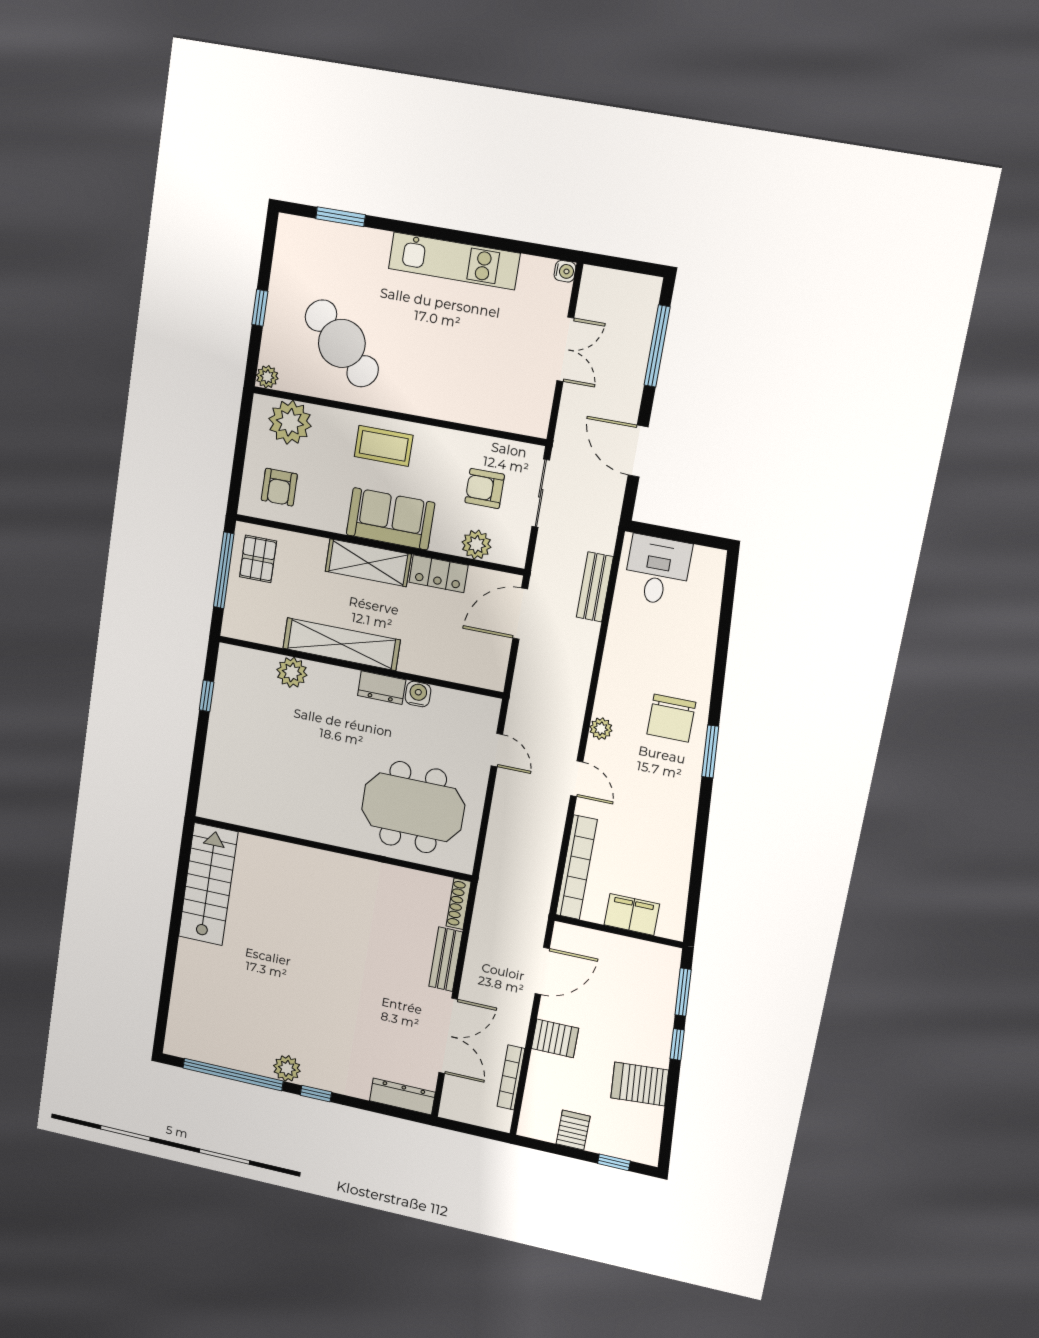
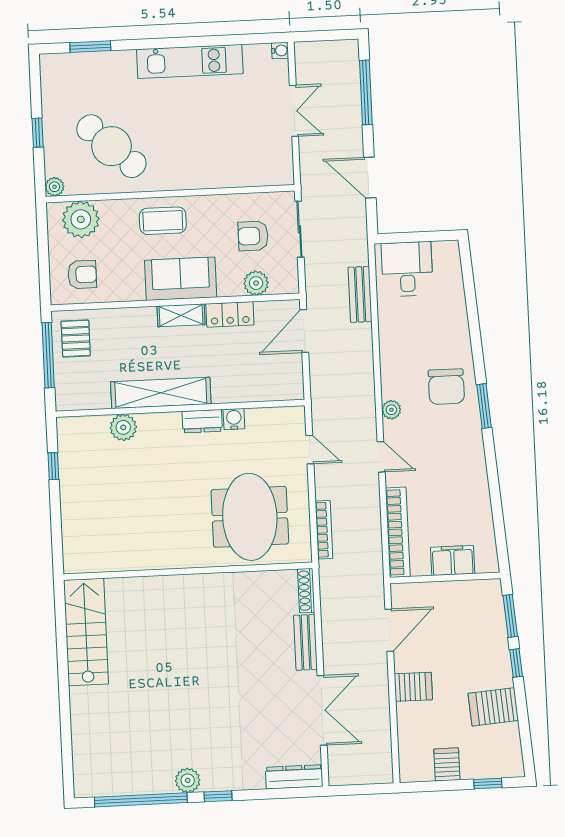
armchair: (279, 487) -> (82, 275), turned -90
shelving: (368, 563) -> (181, 315), width x0.67, depth x0.75
meeting table: (413, 807) -> (250, 517), turned 90
bookcase: (511, 1078) -> (324, 530), moved, turned 180

